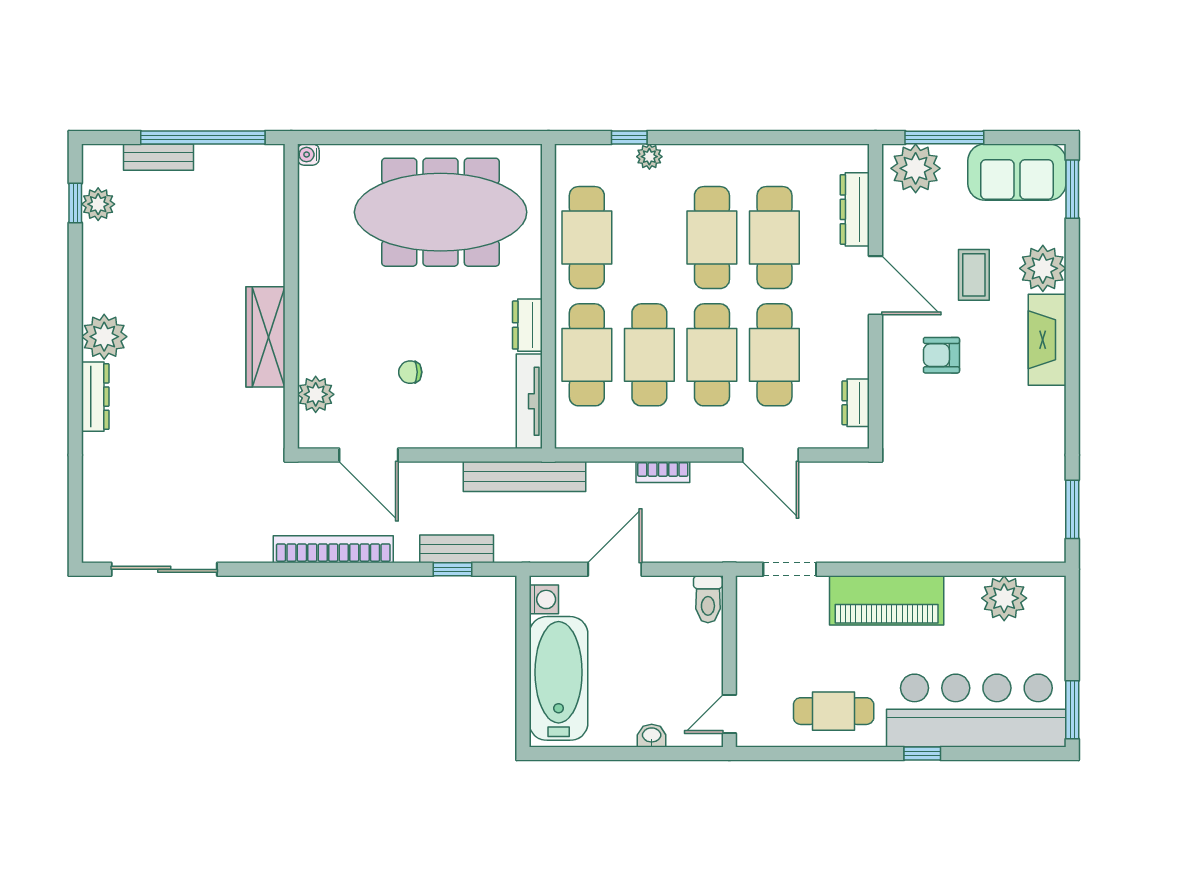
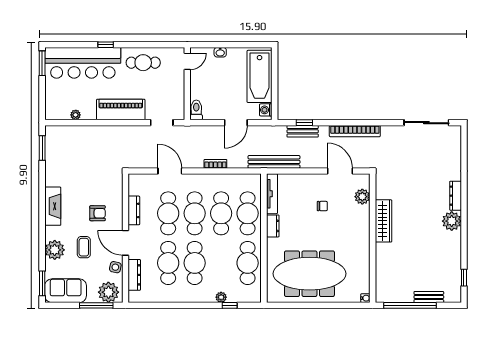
plant: (98, 204) -> (454, 277), removed
side table: (899, 228) -> (115, 267), added
fireplace: (1047, 340) -> (53, 206), moved
dresser: (856, 403) -> (134, 210), moved, width x1.44
plant: (1004, 598) -> (76, 115), width x0.53, depth x0.53

